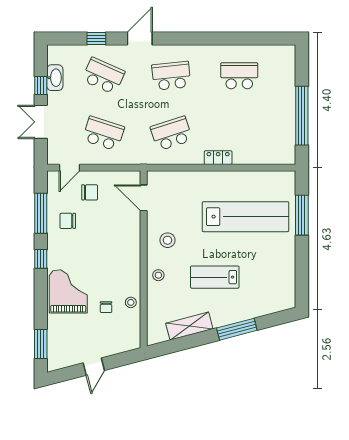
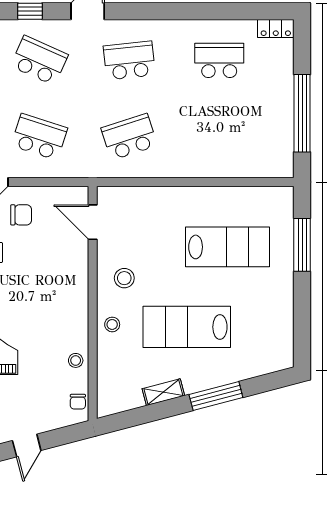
locker: (218, 158) -> (276, 29), moved, turned 180
lab bench: (246, 217) -> (228, 247), width x0.73
lab bench: (215, 277) -> (187, 327), width x1.36, depth x1.39
chair: (106, 307) -> (78, 402), moved
shelving: (189, 326) -> (163, 392), width x0.67, depth x0.75

